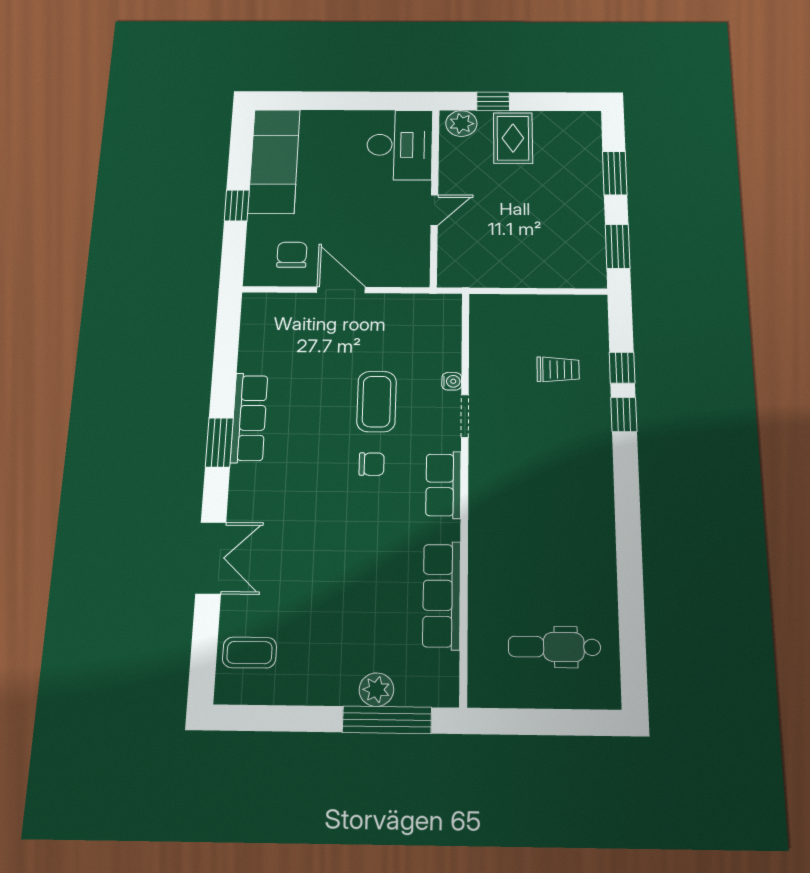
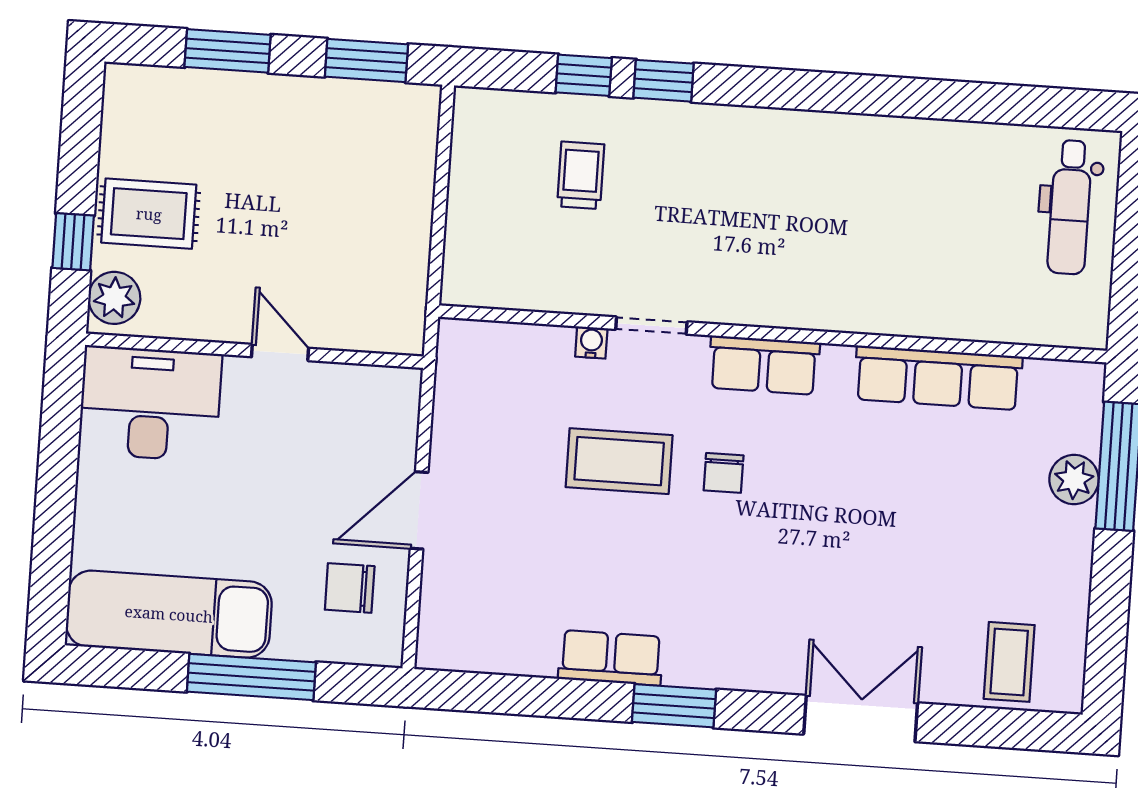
window: (237, 206) -> (251, 677), width x2.17
row of seats: (249, 418) -> (611, 658), width x0.68
chair: (372, 464) -> (724, 473), turned 180
dental chair: (554, 647) -> (1070, 207), moved

